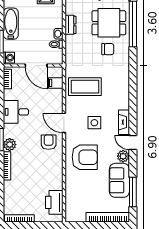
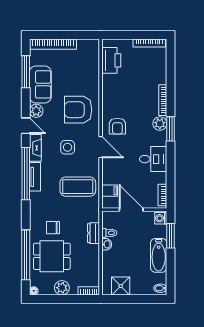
dresser: (71, 25) -> (94, 233), moved
tv unit: (124, 96) -> (35, 177), added
window: (133, 99) -> (26, 174), added

